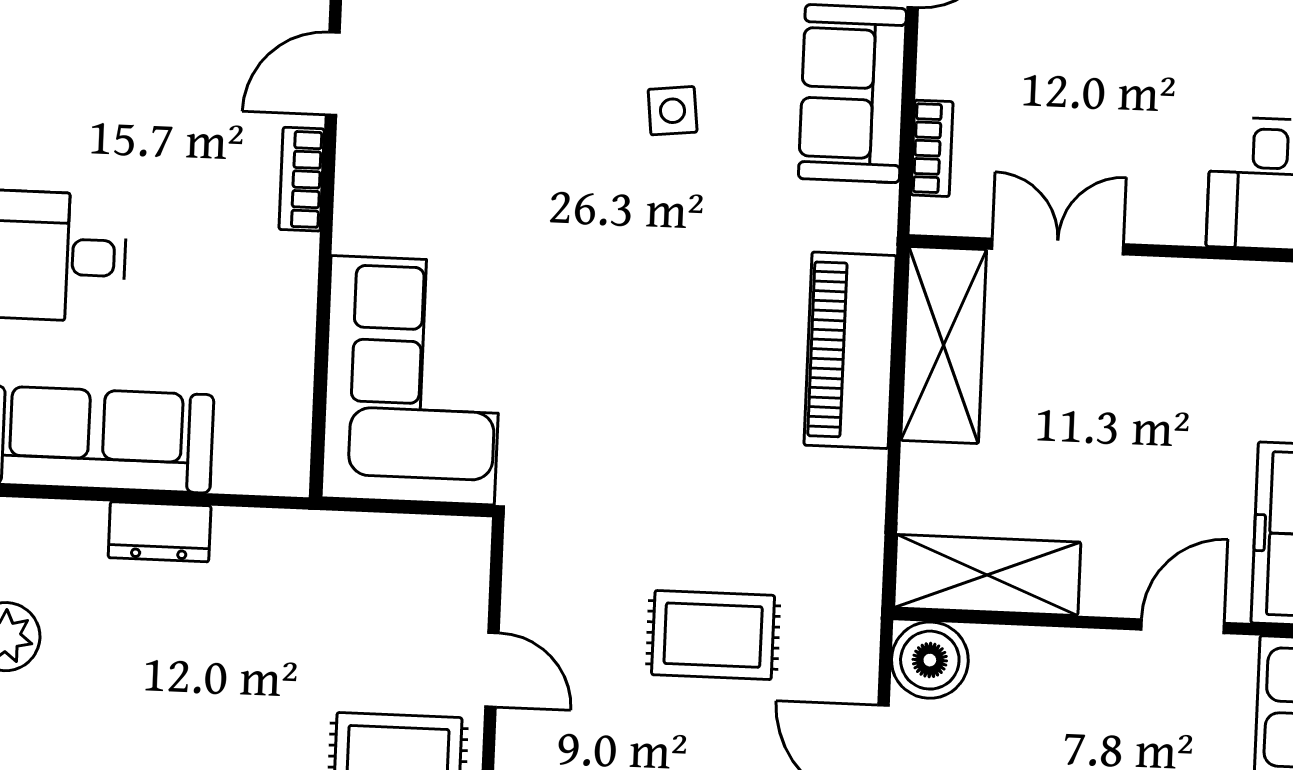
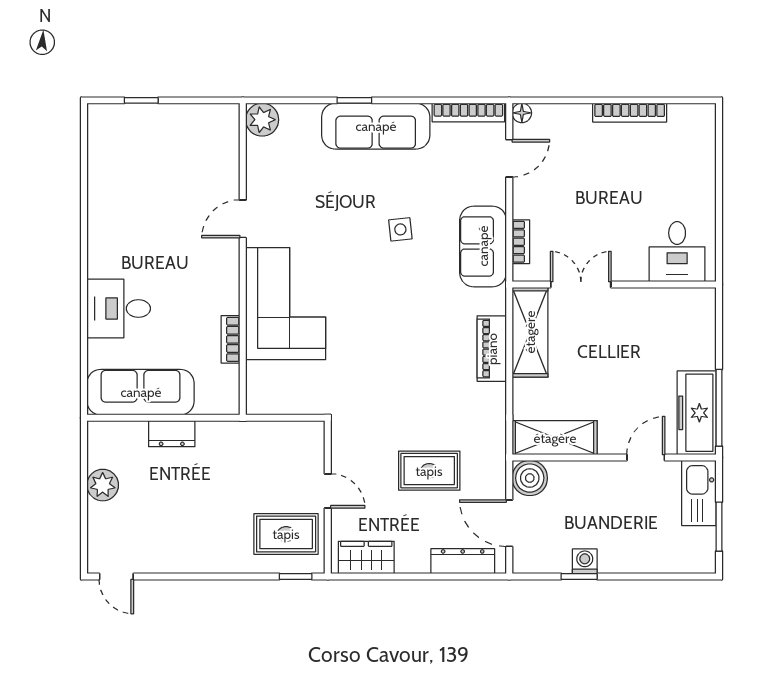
sofa: (852, 94) -> (483, 246), moved
bookcase: (302, 179) -> (230, 339), moved
piano: (850, 350) -> (492, 349), width x0.73, depth x0.75
corner sofa: (413, 380) -> (286, 304), moved

